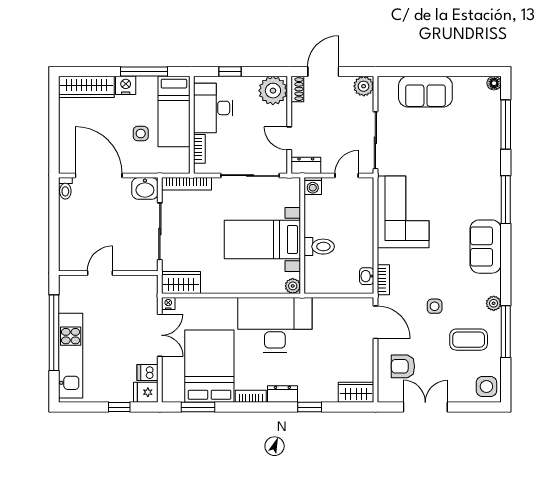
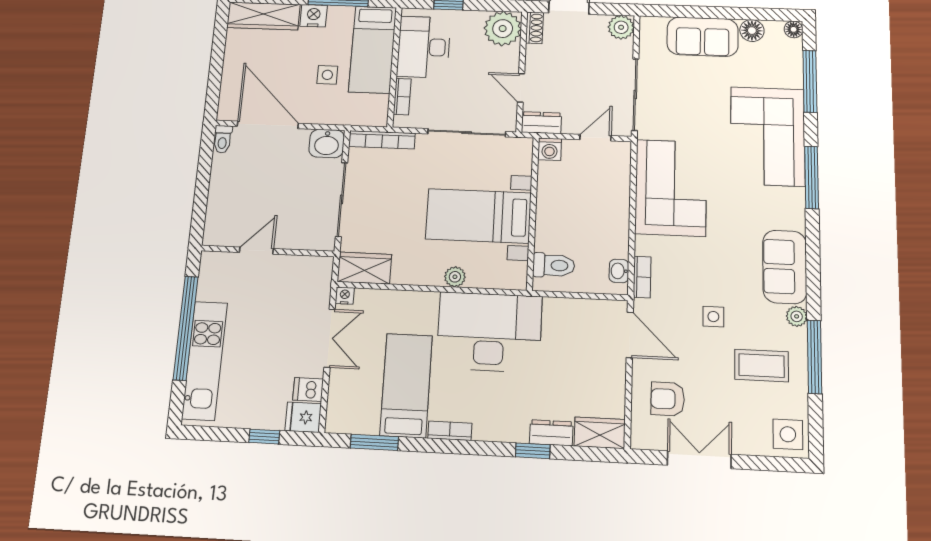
floor lamp: (463, 85) -> (752, 31), added
corner sofa: (474, 169) -> (768, 136), added
toilet: (319, 247) -> (554, 265), moved
sofa: (486, 247) -> (785, 267), moved
plant: (293, 286) -> (455, 277), moved
bed: (209, 366) -> (406, 385), width x0.67
dresser: (282, 394) -> (551, 433), moved

